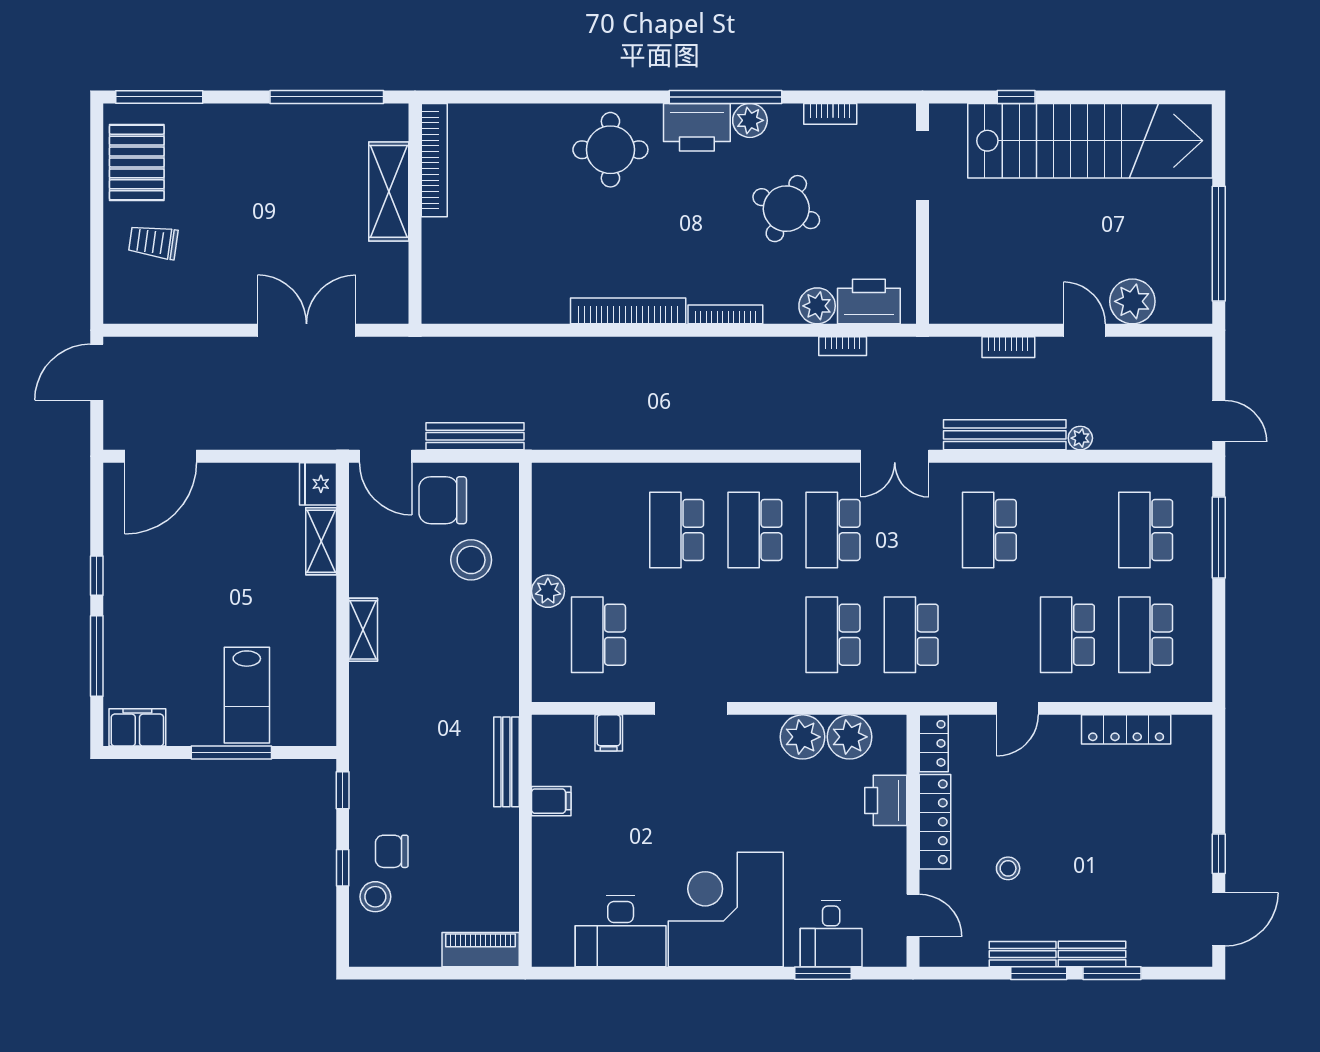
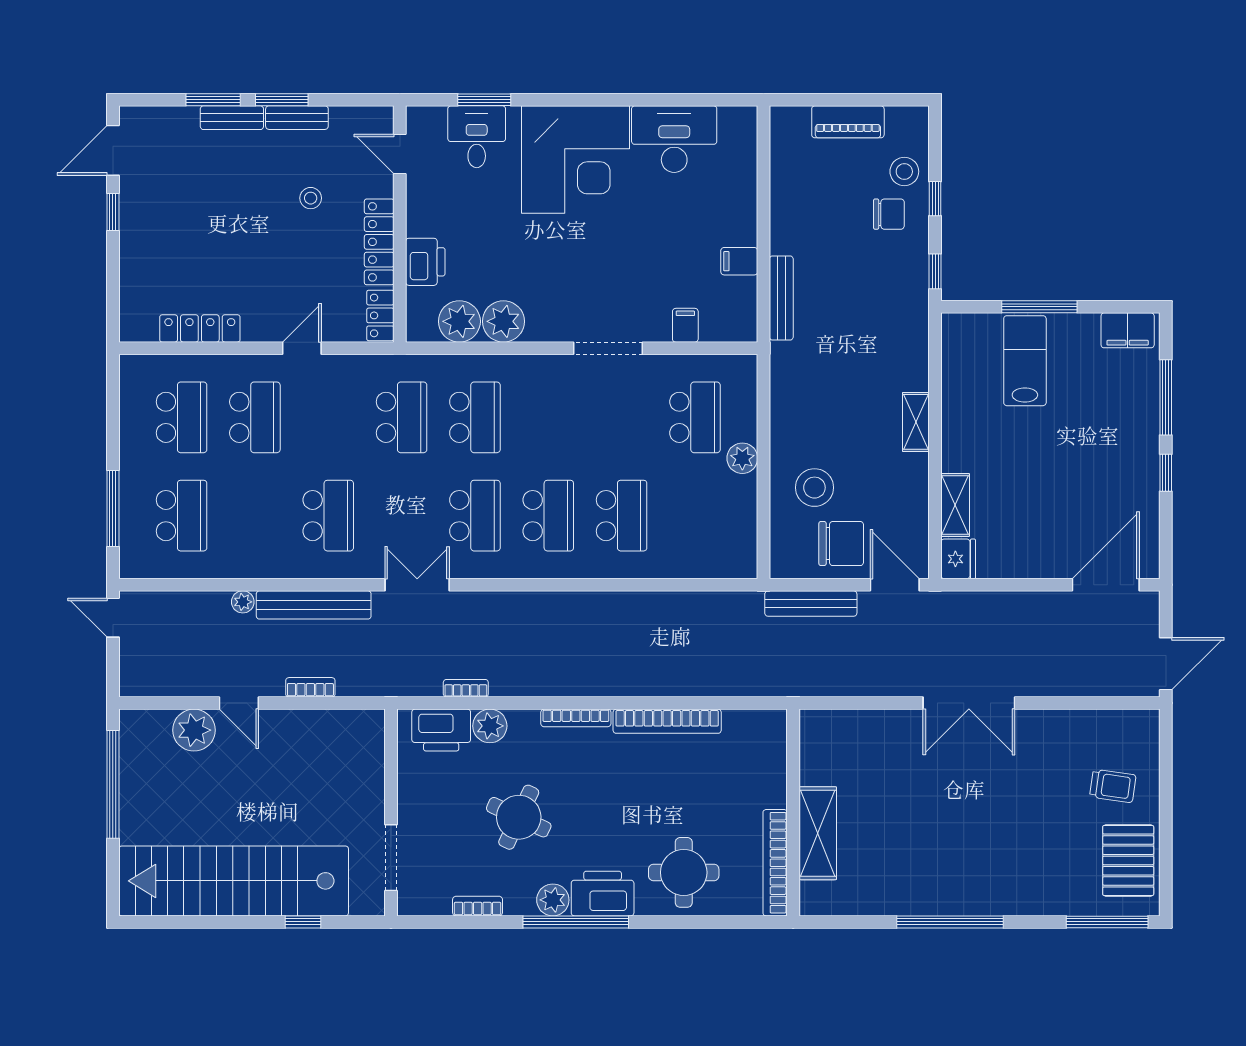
bookcase: (434, 160) -> (775, 863), moved
shelving: (389, 191) -> (818, 833), moved
wall: (415, 214) -> (793, 812), moved
piano: (481, 950) -> (848, 122), moved

